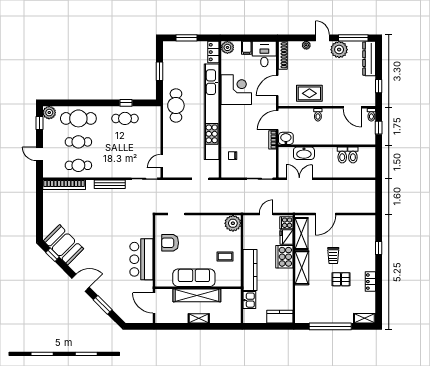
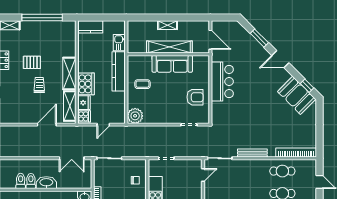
washbasin: (304, 153) -> (46, 183), moved

